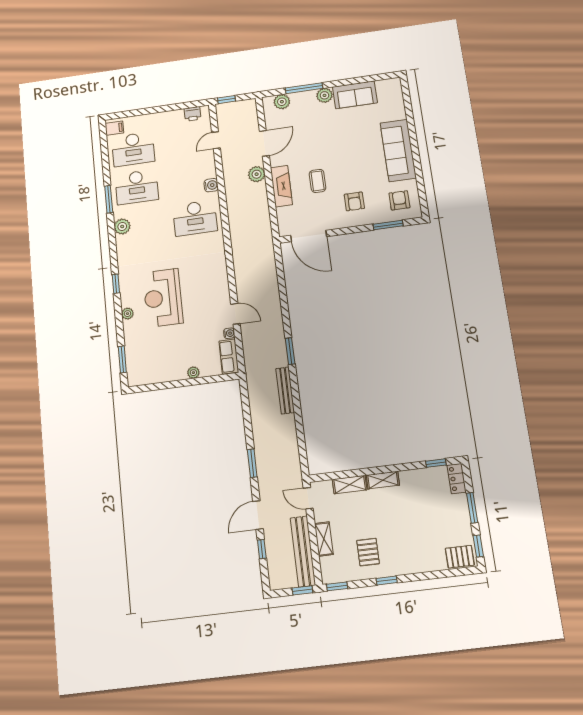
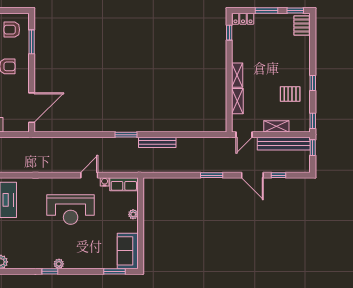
reception desk: (163, 298) -> (71, 210), moved
plant: (127, 314) -> (59, 264), moved
sofa: (148, 372) -> (128, 251), added

